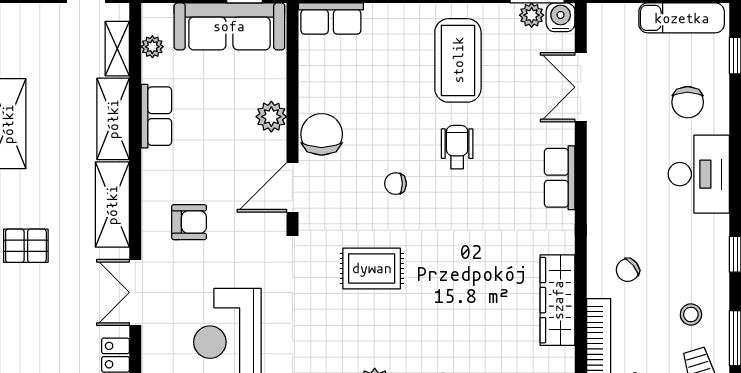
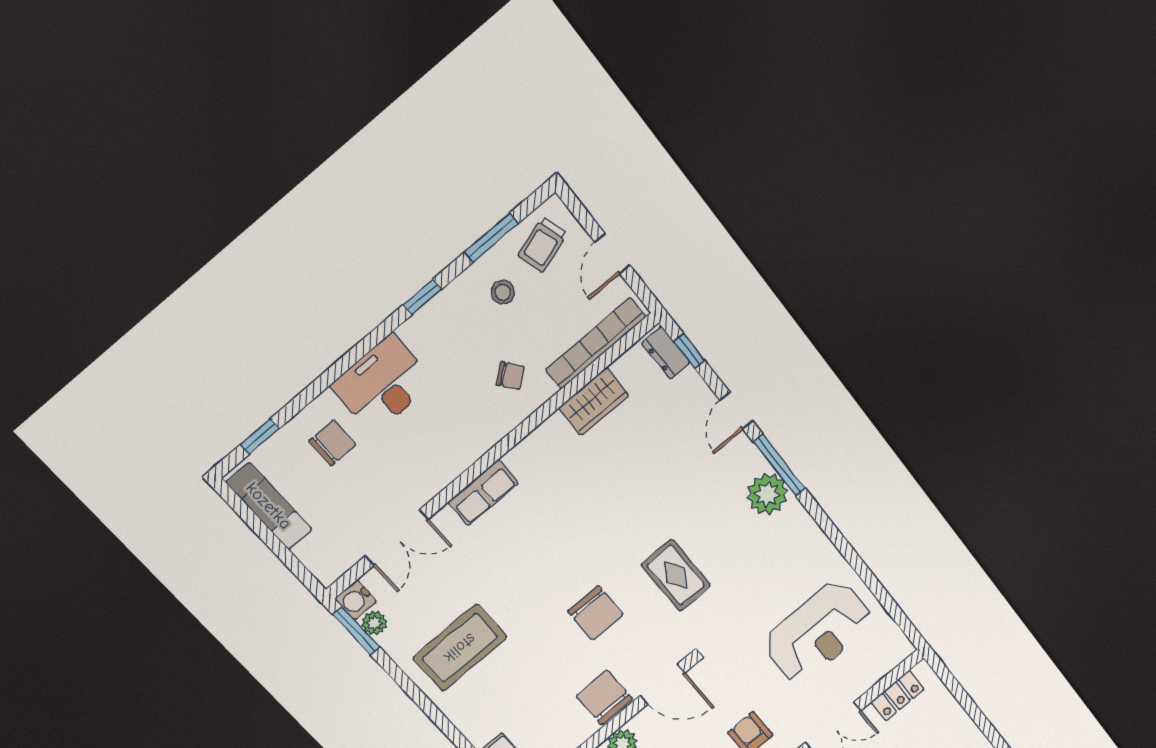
chair: (322, 134) -> (604, 697), turned 90
wheelchair: (457, 147) -> (528, 591), removed
chair: (395, 184) -> (596, 613), width x1.87, depth x1.87
wardrobe: (558, 300) -> (594, 402), width x0.67

